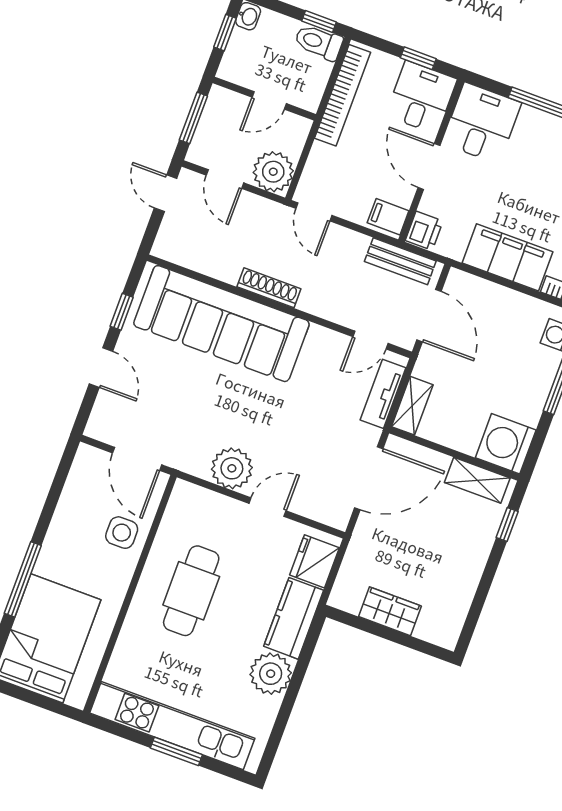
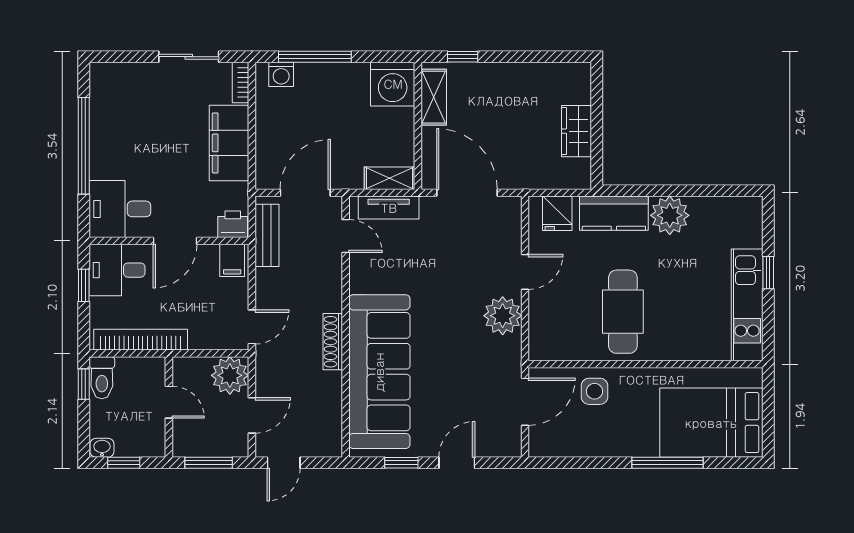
door: (268, 507) -> (525, 272), swing flipped
fridge: (315, 561) -> (557, 213), width x0.72
cafe table: (191, 591) -> (623, 312), turned 90
kitchen unit: (172, 726) -> (747, 305), width x0.73
window: (176, 751) -> (768, 273), width x0.67

